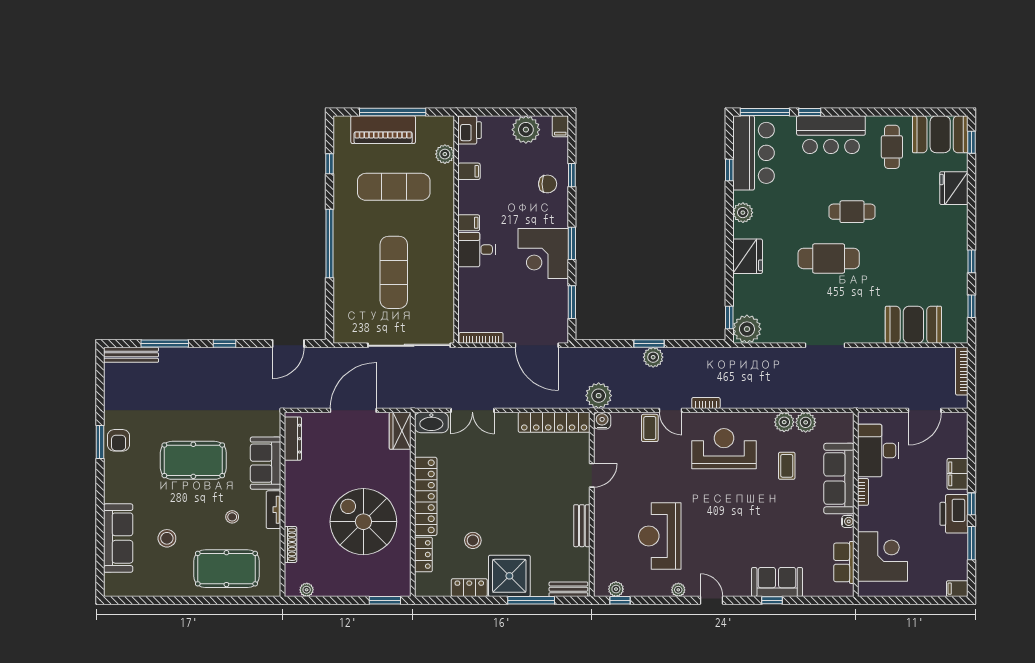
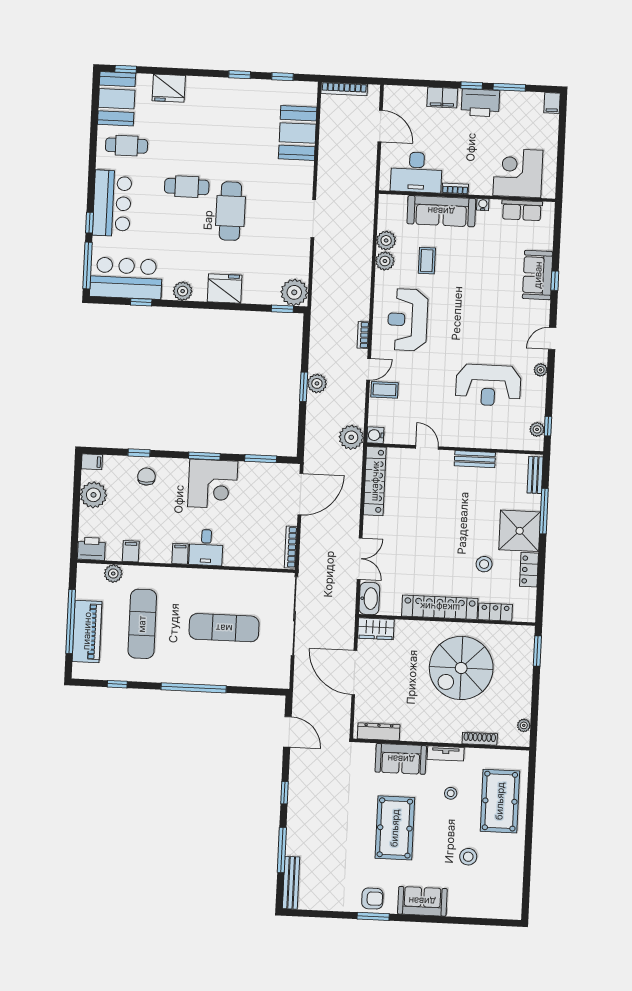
cafe table: (852, 212) -> (187, 187), turned 90
coffee table: (787, 466) -> (427, 261), turned 90
sofa: (118, 538) -> (422, 901), moved, width x0.73

